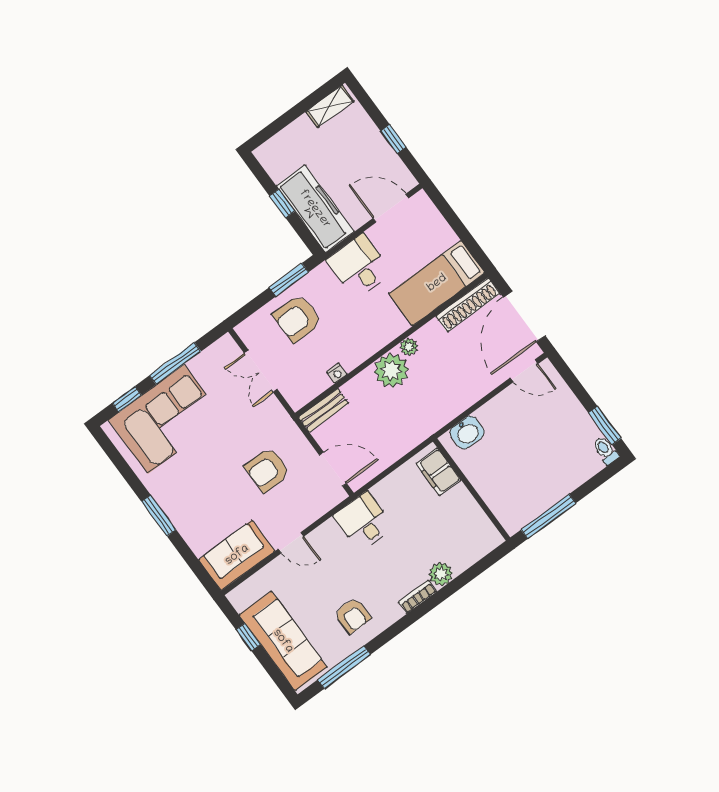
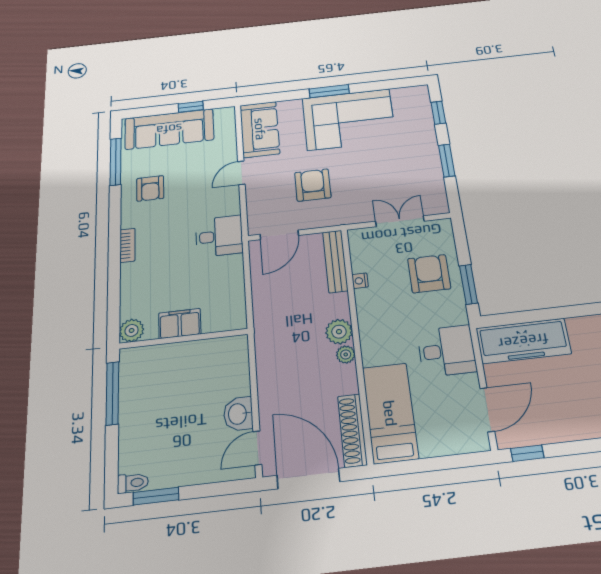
window: (393, 139) -> (527, 453), moved
window: (282, 203) -> (544, 315), removed
window: (175, 363) -> (447, 160), width x0.69
plant: (391, 370) -> (339, 332), width x0.73, depth x0.73
bench: (323, 410) -> (335, 261), width x1.36
corner sofa: (166, 419) -> (349, 119), moved, turned -90
washbasin: (467, 432) -> (238, 414), moved
filing cabinet: (438, 472) -> (180, 324), moved
plant: (441, 574) -> (132, 330), moved
armchair: (353, 616) -> (150, 188), turned -90

